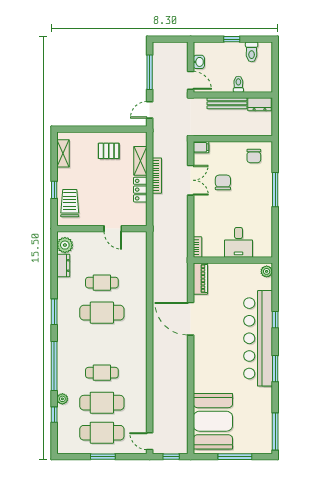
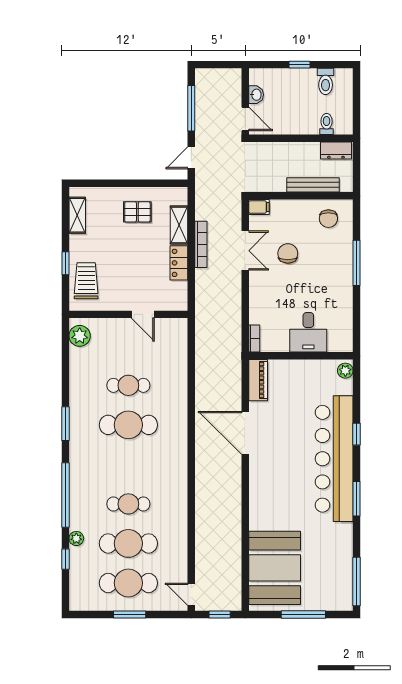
toilet: (238, 84) -> (327, 124), moved
bench: (227, 103) -> (313, 185), moved
dresser: (63, 265) -> (77, 363), removed

